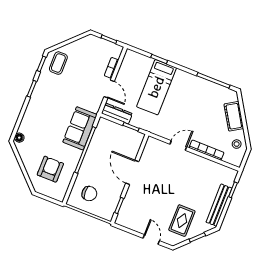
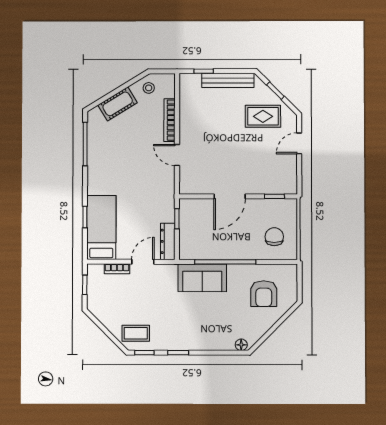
bed: (156, 87) -> (101, 228), moved, turned -90
armchair: (50, 169) -> (264, 294), turned -90

